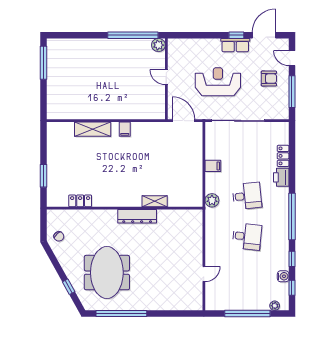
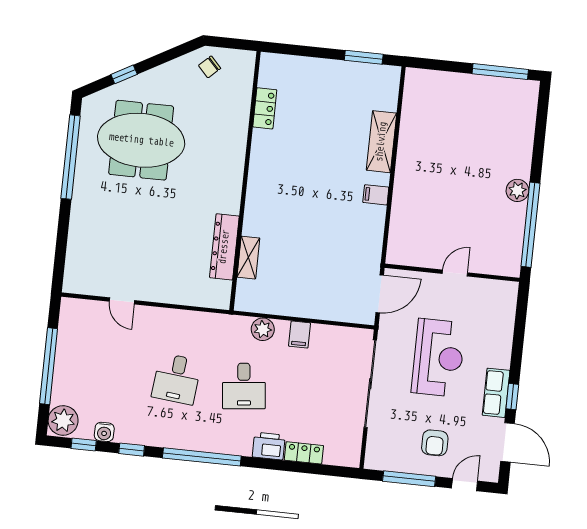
plant: (158, 45) -> (517, 190), moved
window: (43, 176) -> (364, 57), moved
plant: (212, 200) -> (263, 329), moved
shelving: (155, 201) -> (248, 258), moved
dresser: (137, 216) -> (224, 247), moved
plant: (275, 306) -> (63, 420), width x1.88, depth x1.88

